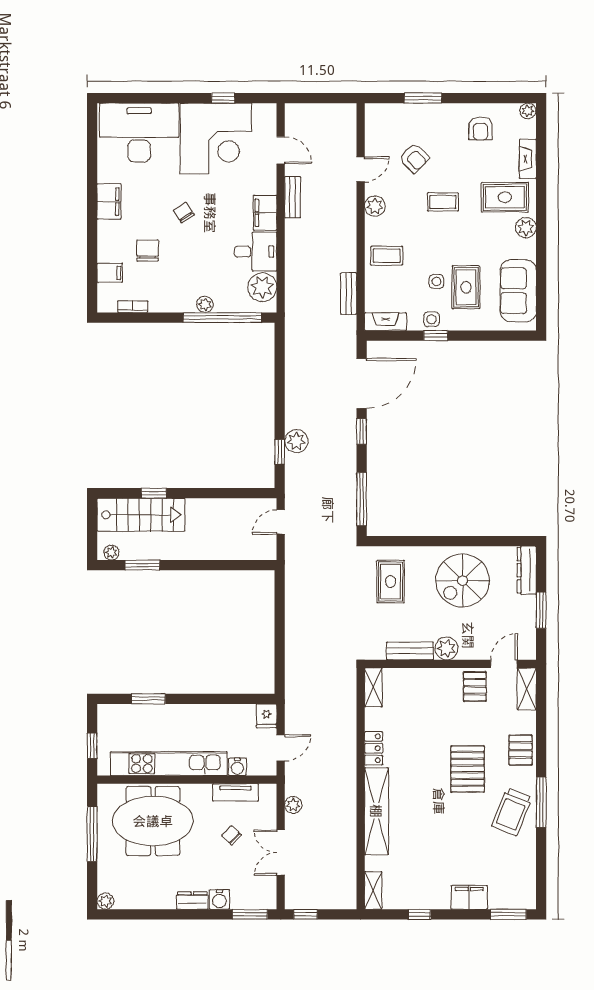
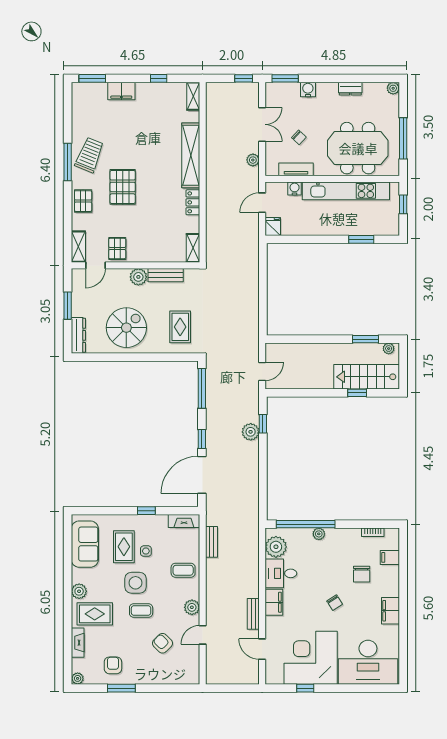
window: (423, 98) -> (121, 688), moved
side table: (431, 319) -> (136, 583), moved, width x1.87, depth x1.87
dresser: (192, 901) -> (350, 89), moved

